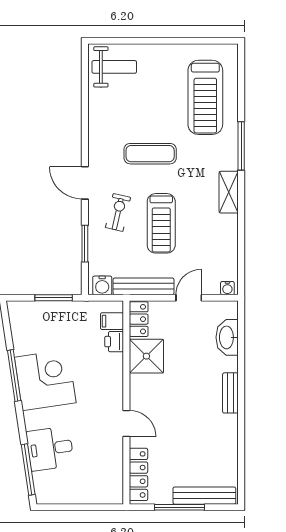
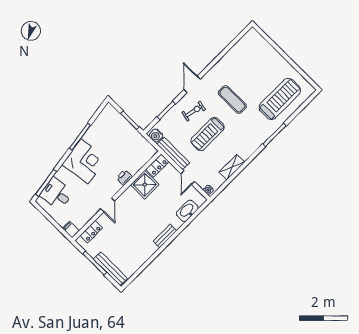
weight bench: (114, 67) -> (254, 47), removed
treadmill: (205, 97) -> (280, 99), turned 180
shelving: (229, 192) -> (232, 167), moved
door: (189, 298) -> (188, 178), swing flipped
filing cabinet: (112, 321) -> (71, 230), moved
printer: (114, 342) -> (124, 177), moved
corner desk: (45, 380) -> (84, 161), moved
desk: (50, 449) -> (57, 194), moved
locker: (138, 474) -> (91, 232), width x0.66

